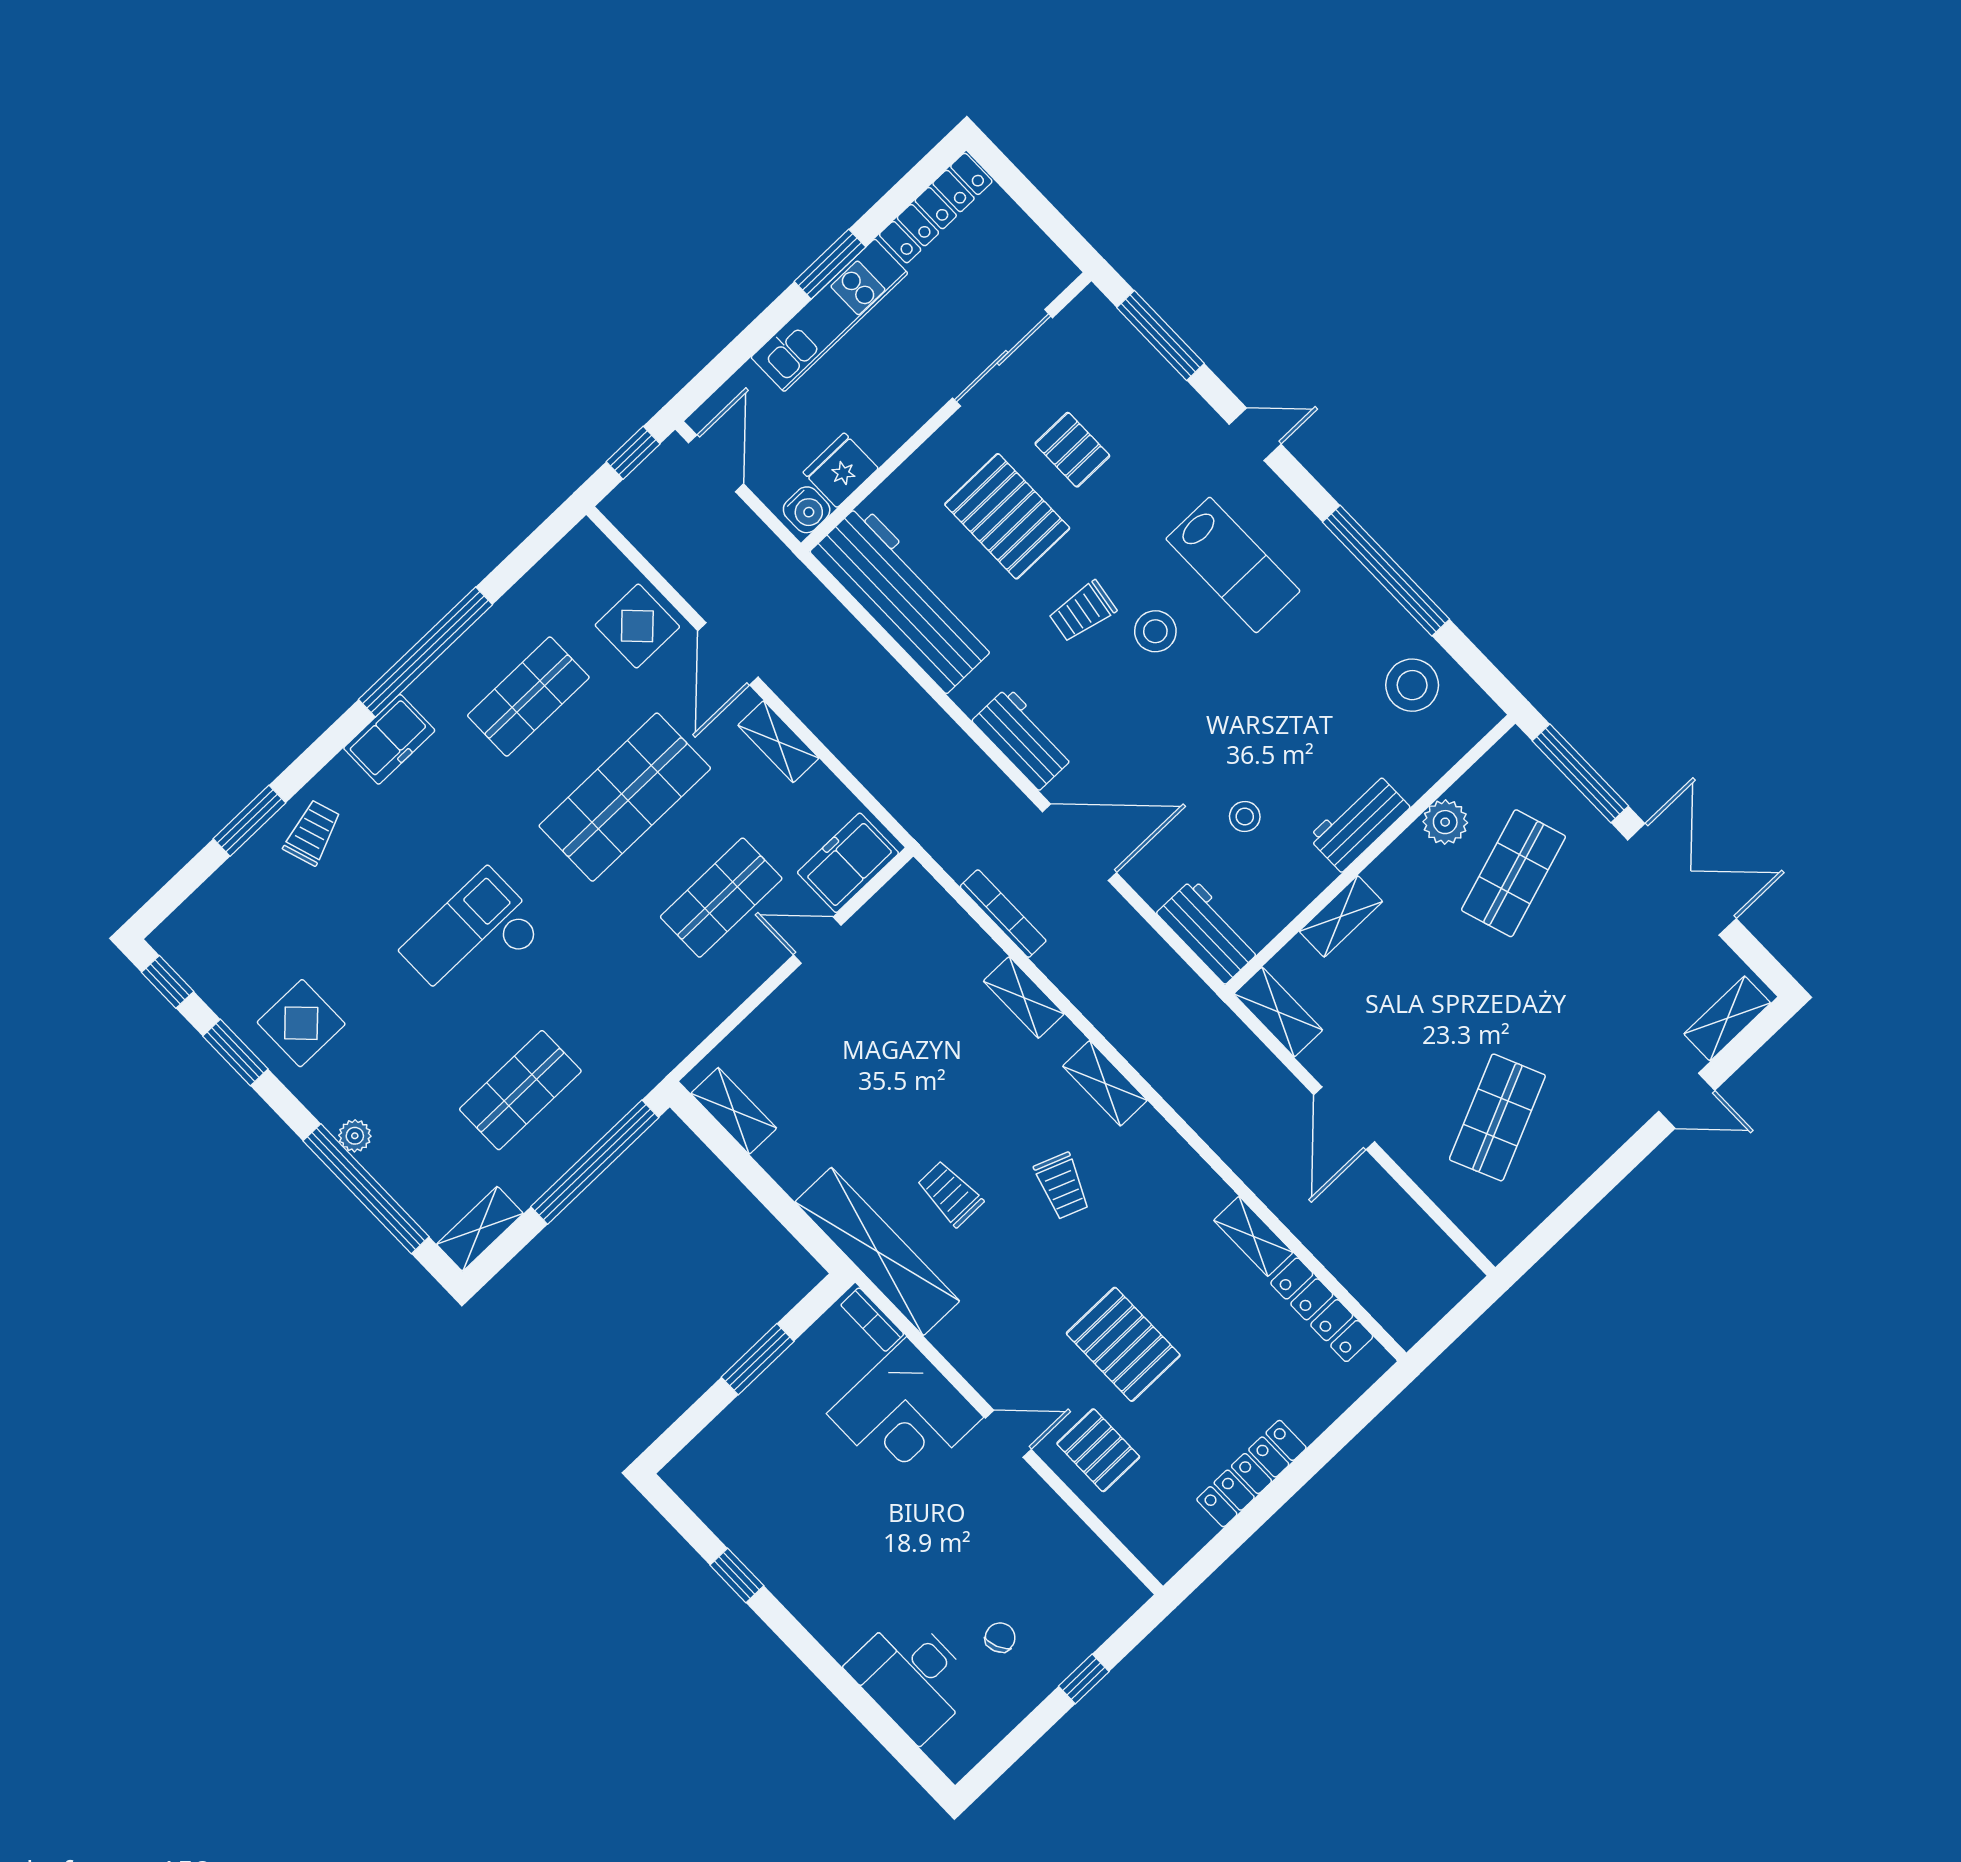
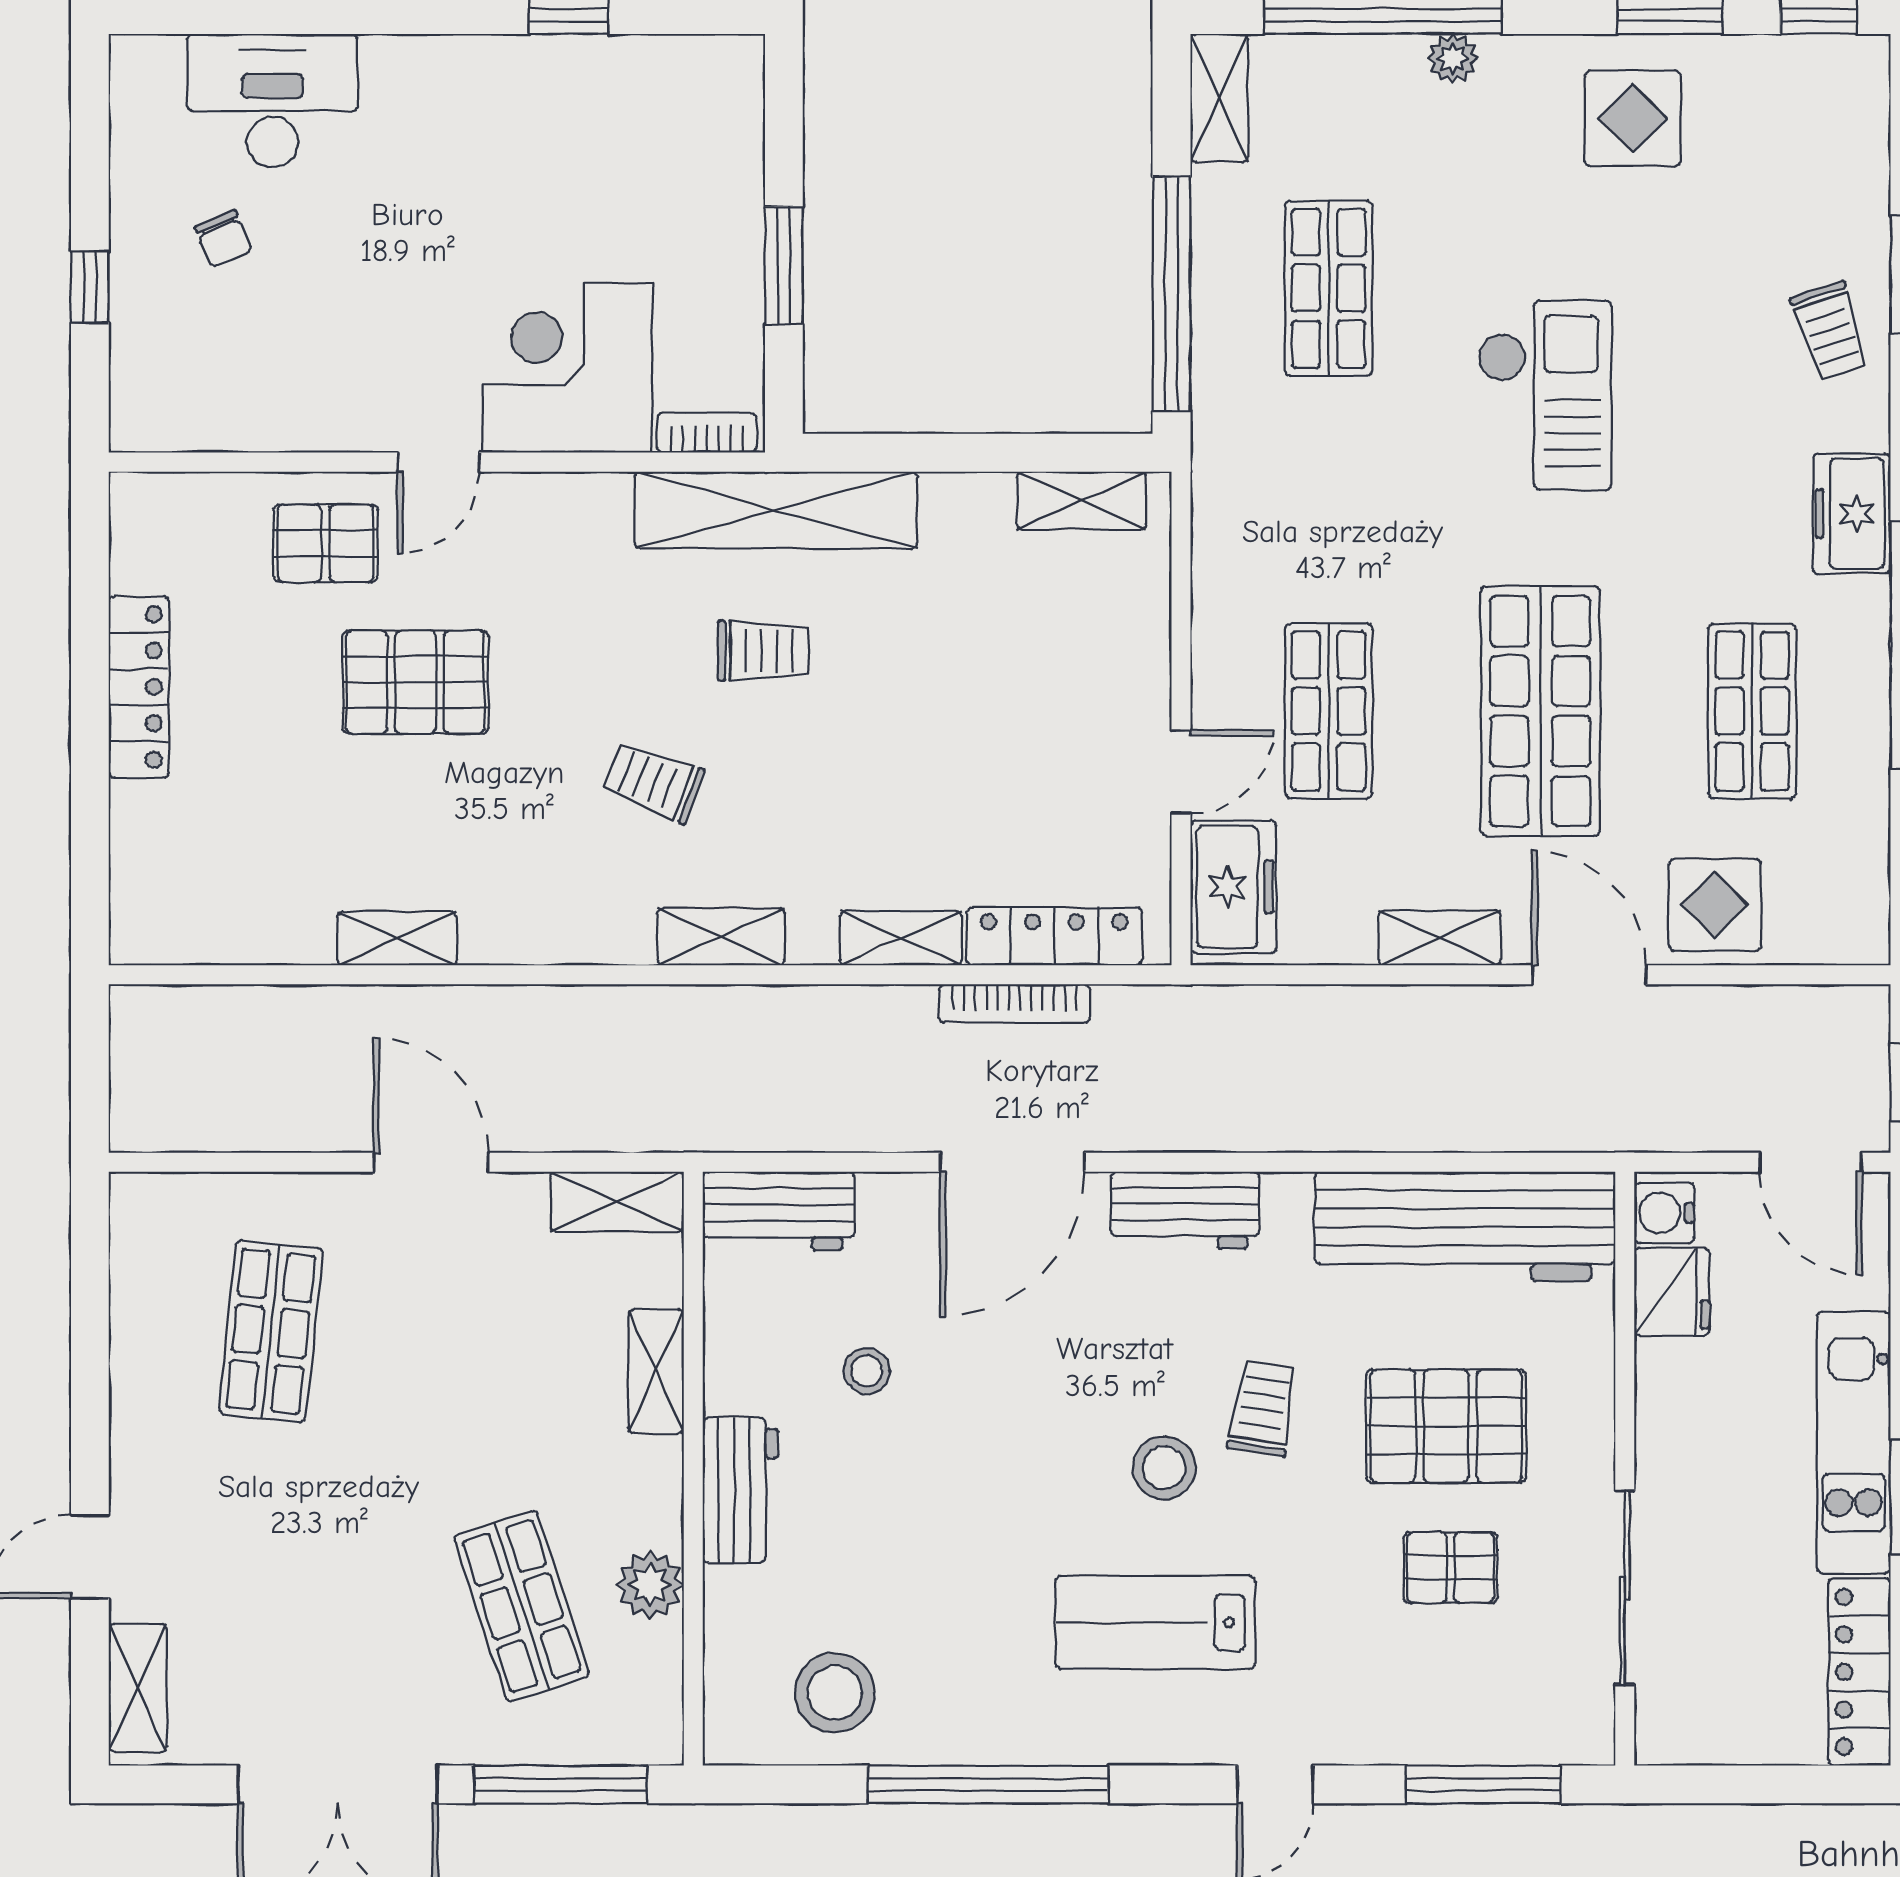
shop shelf: (1497, 1117) -> (271, 1331), turned 30
locker: (1322, 1310) -> (1054, 936), moved

